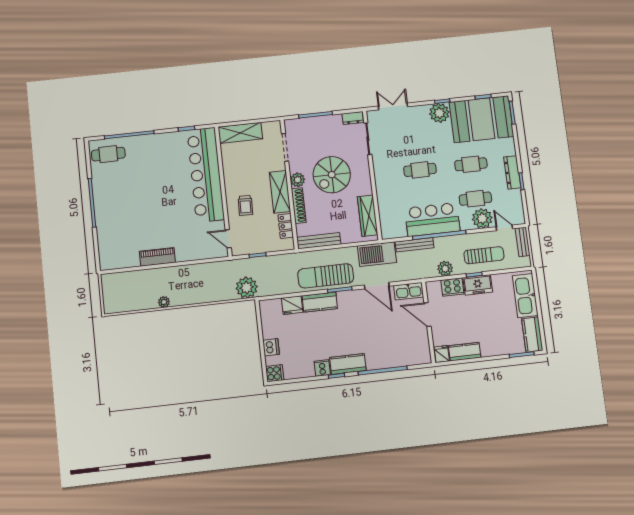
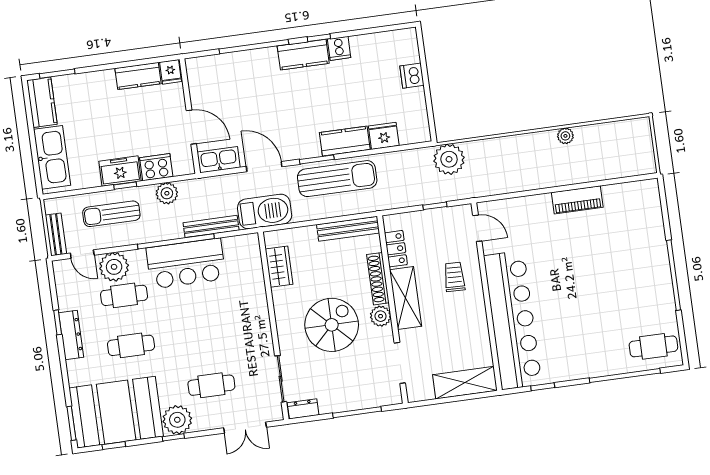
cafe table: (420, 170) -> (211, 385), moved
wardrobe: (368, 216) -> (279, 267), width x0.67
cooker: (275, 373) -> (406, 39), removed

